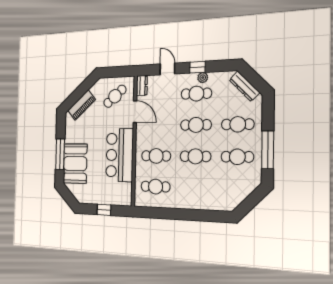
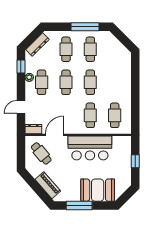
window: (197, 67) -> (21, 67), moved
window: (60, 154) -> (79, 206), moved

